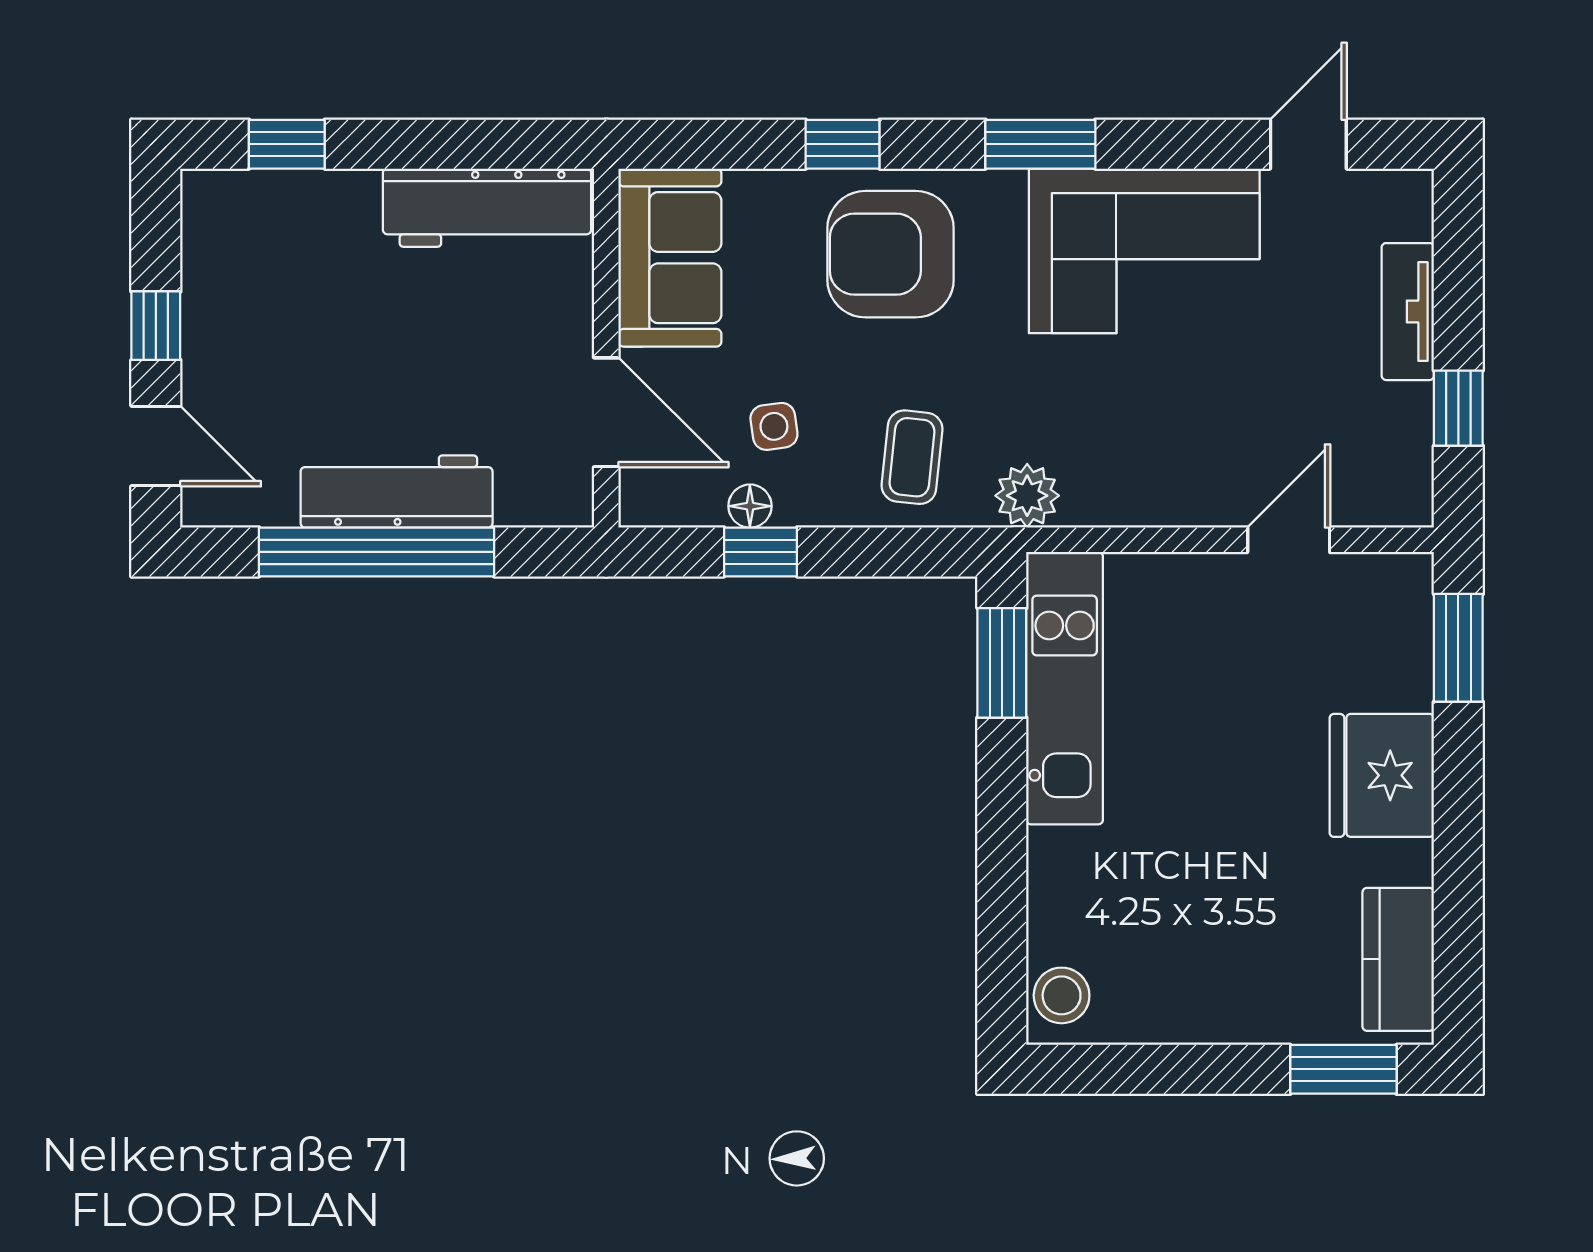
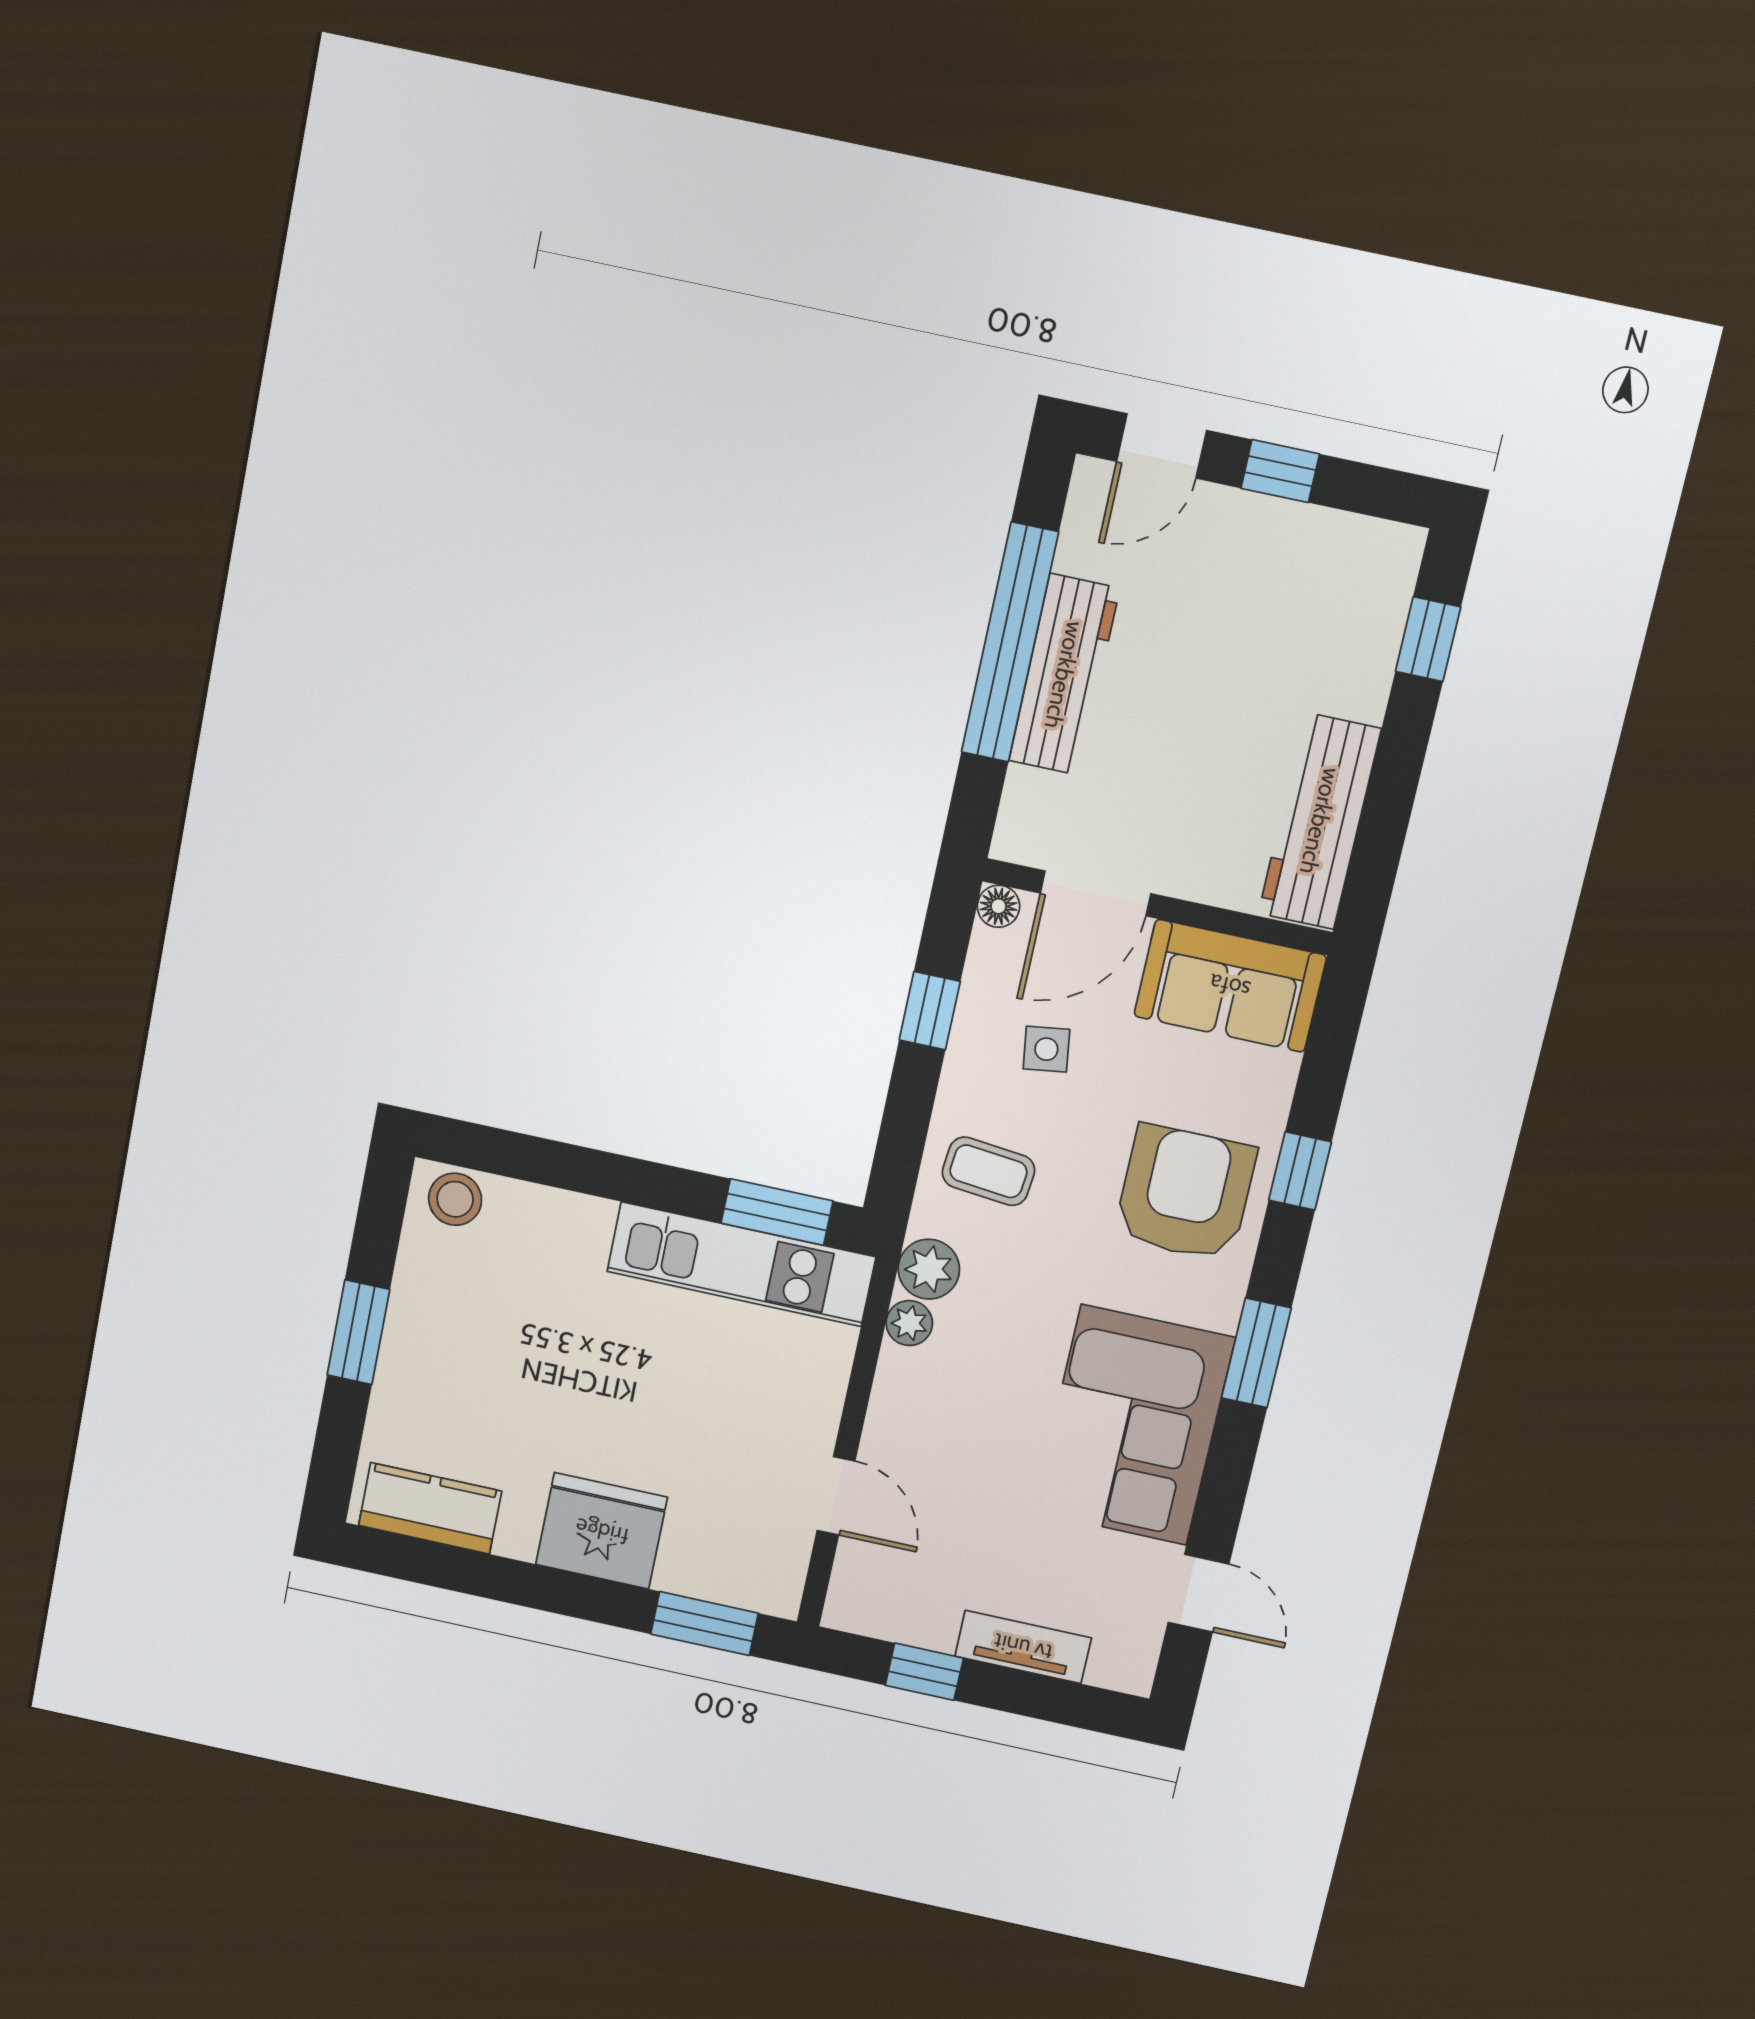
plant: (1088, 503) -> (909, 1323), added
floor lamp: (750, 506) -> (998, 906), moved
window: (1343, 1069) -> (358, 1332), moved

